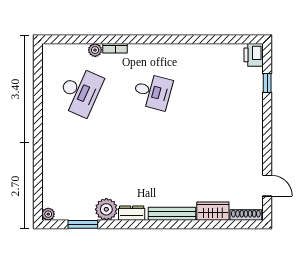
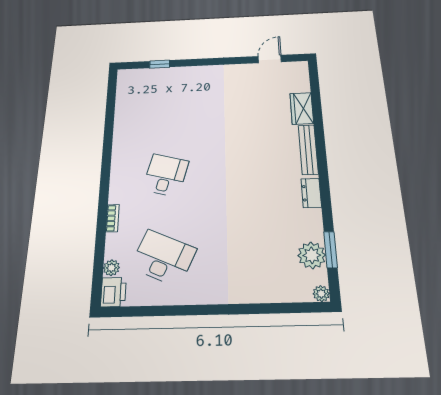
plant: (95, 50) -> (111, 268), moved
printer: (254, 55) -> (113, 292), moved, turned -90
plant: (106, 209) -> (312, 255), moved
shoe rack: (246, 215) -> (303, 77), removed

